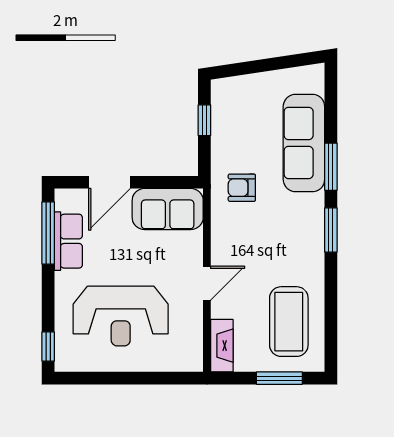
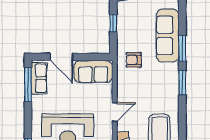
door: (110, 182) -> (62, 57), hinge flipped
row of seats: (68, 241) -> (39, 78), moved

